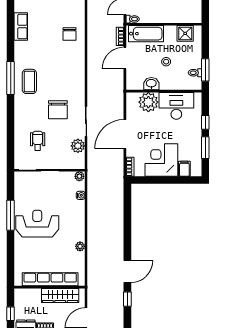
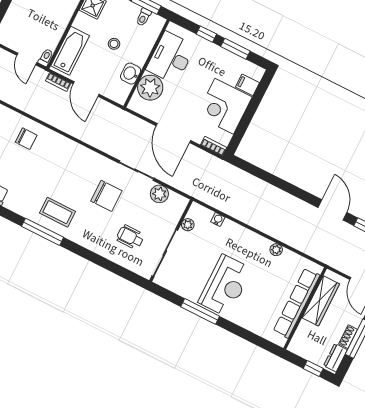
plant: (79, 176) -> (188, 225), moved
reception desk: (37, 224) -> (225, 286), turned 180

